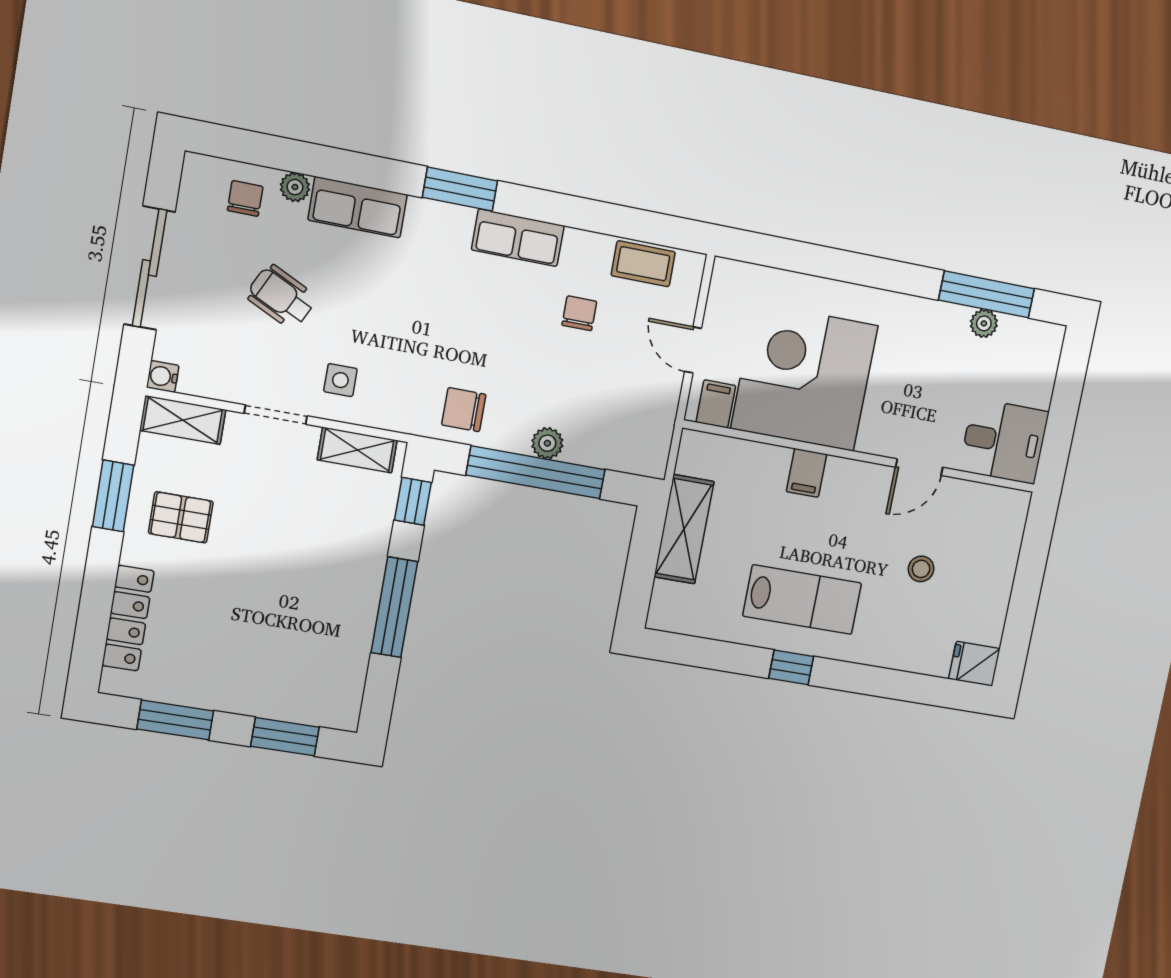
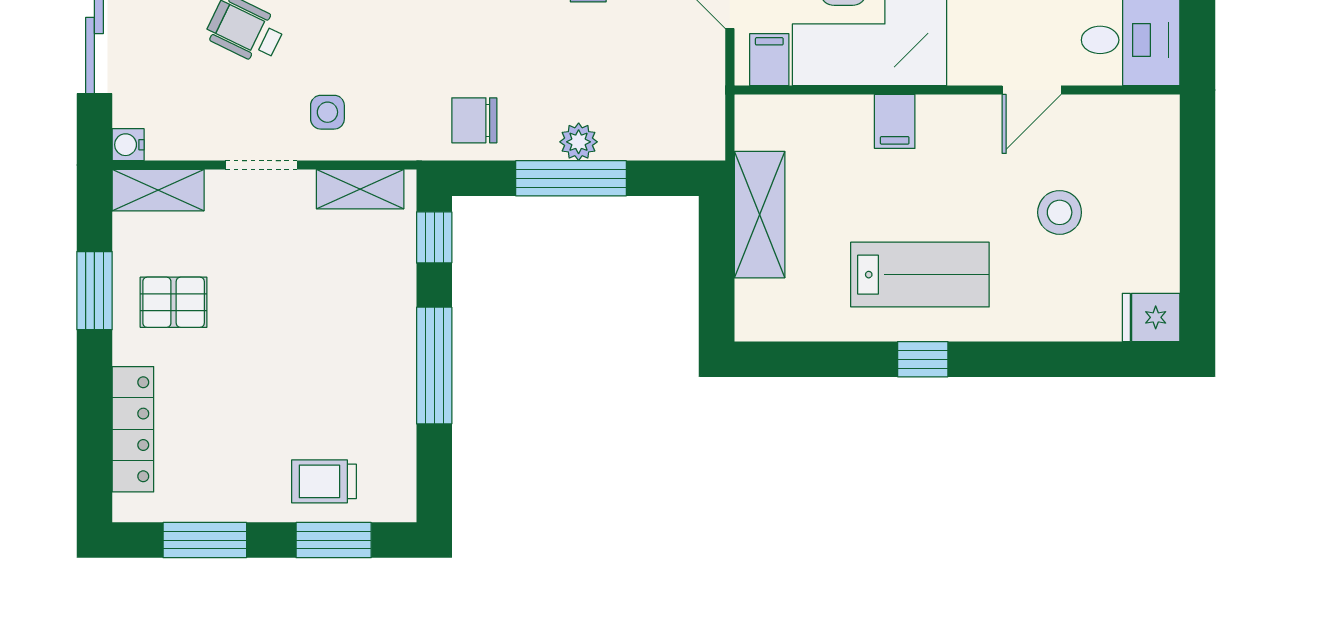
window: (536, 472) -> (571, 178), width x0.68
stool: (921, 569) -> (1060, 212), width x1.37, depth x1.37
trolley: (285, 687) -> (324, 481), added

